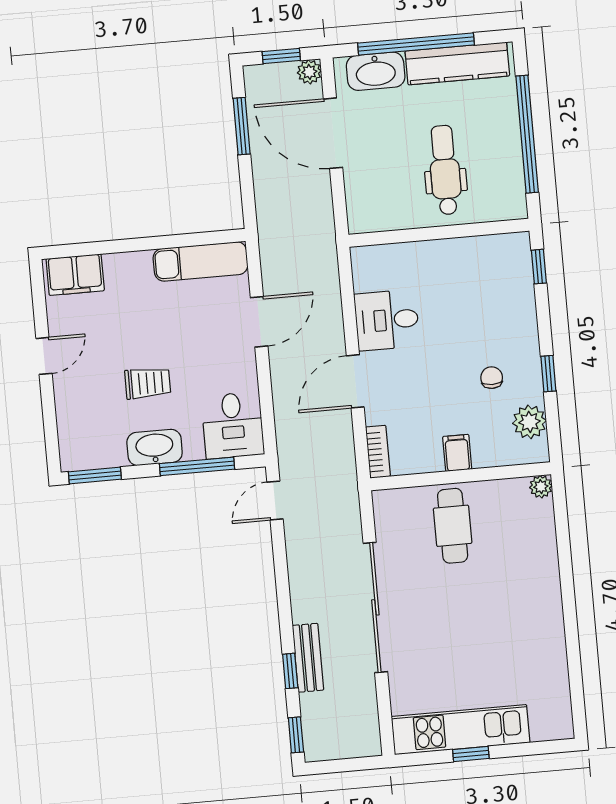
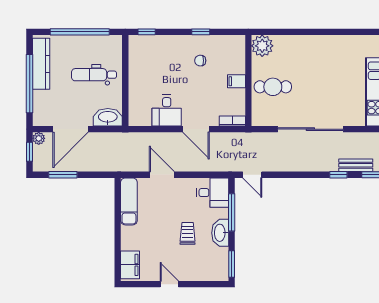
washbasin: (376, 71) -> (108, 117), moved, turned -90
plant: (530, 422) -> (224, 44), removed
plant: (541, 487) -> (262, 46), width x1.88, depth x1.88
bench: (308, 658) -> (356, 165), moved

